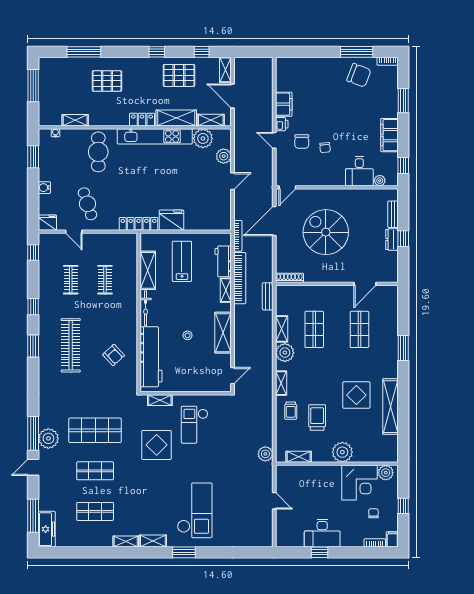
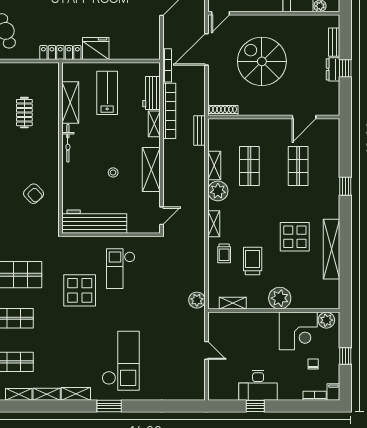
window: (403, 348) -> (345, 186), width x0.67
workbench: (151, 357) -> (94, 222), moved, turned -90
shelving: (160, 400) -> (19, 394), moved

